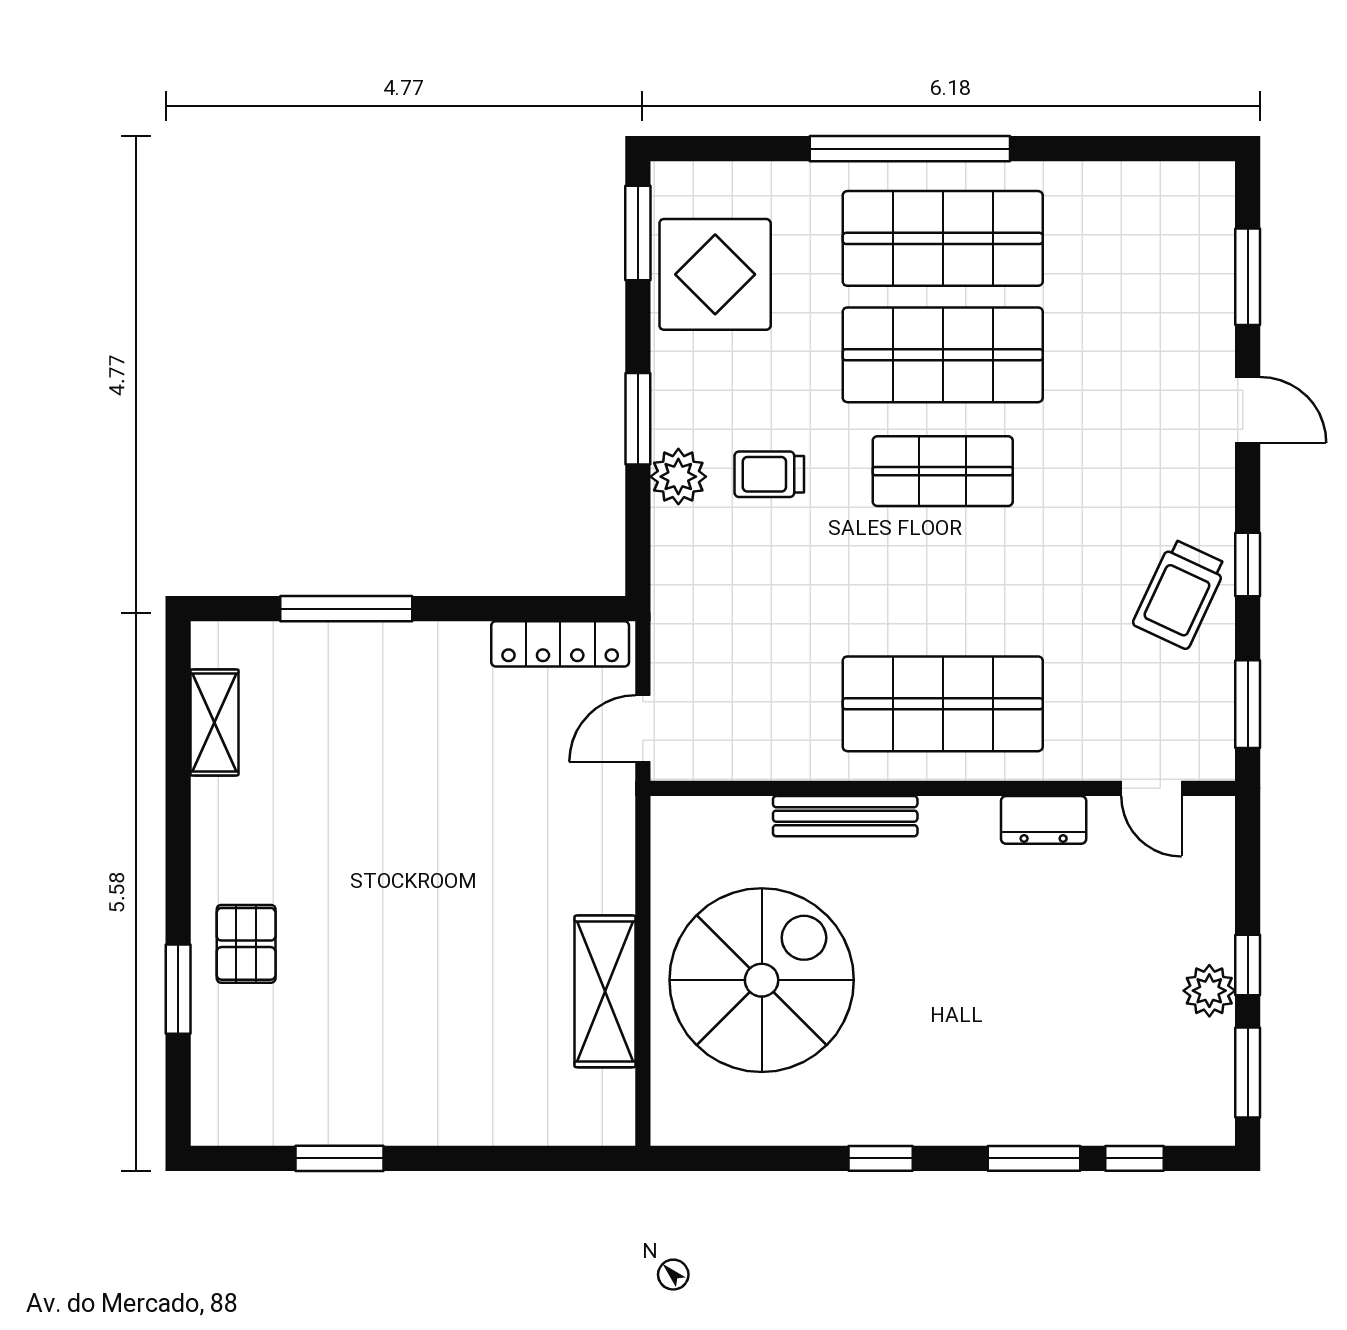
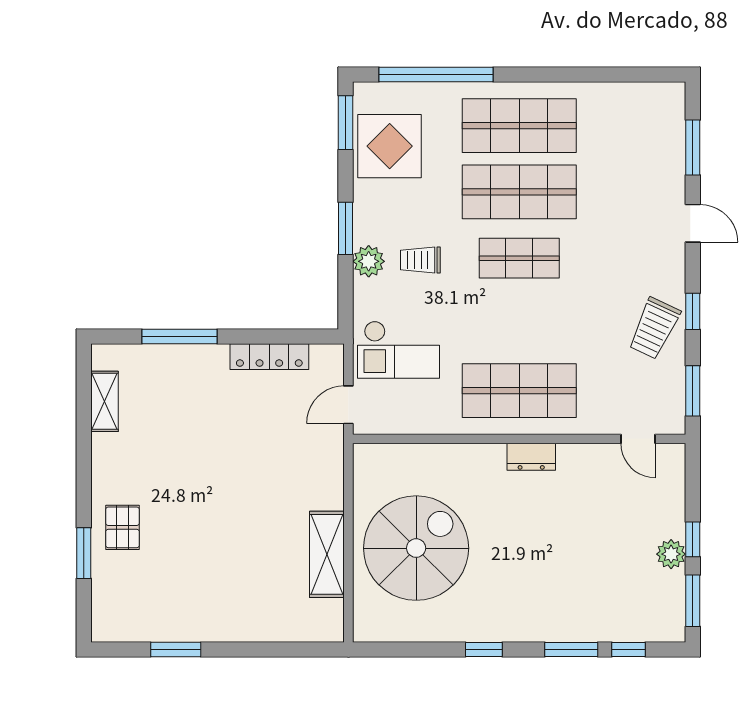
window: (910, 149) -> (436, 75), moved
checkout: (731, 632) -> (398, 350), added
locker: (560, 644) -> (269, 357), moved
bench: (845, 816) -> (464, 455), removed
dresser: (1044, 820) -> (531, 457), moved

